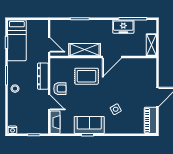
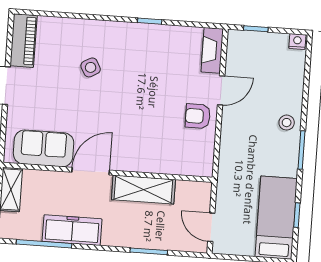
freezer: (123, 27) -> (72, 230), width x1.40
door: (49, 45) -> (211, 227), moved
dresser: (43, 76) -> (230, 143), removed
rug: (87, 76) -> (144, 137), removed
door: (49, 102) -> (221, 90), swing flipped
sofa: (89, 125) -> (44, 148), moved, turned 180

